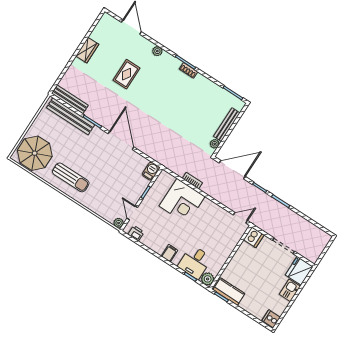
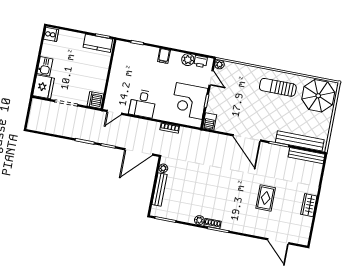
plant: (157, 51) -> (199, 220), moved
corner desk: (182, 201) -> (189, 101), moved, turned -90
desk: (195, 262) -> (143, 104), moved, turned 180
plant: (208, 279) -> (188, 60), moved

